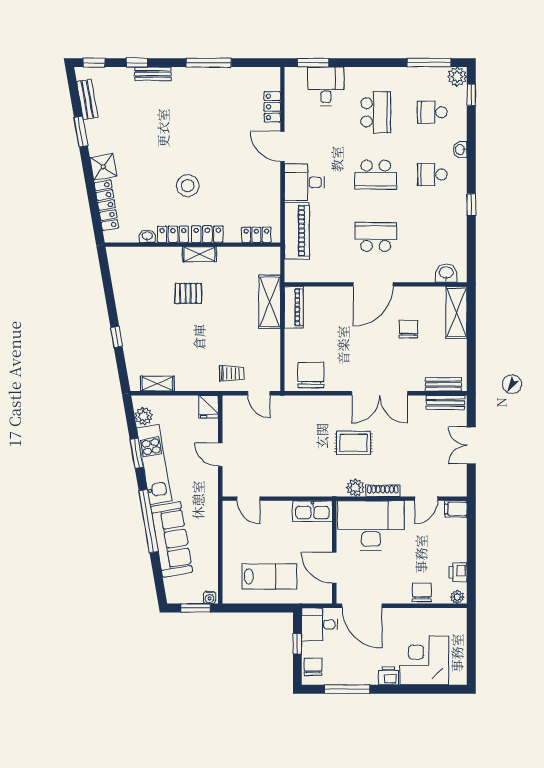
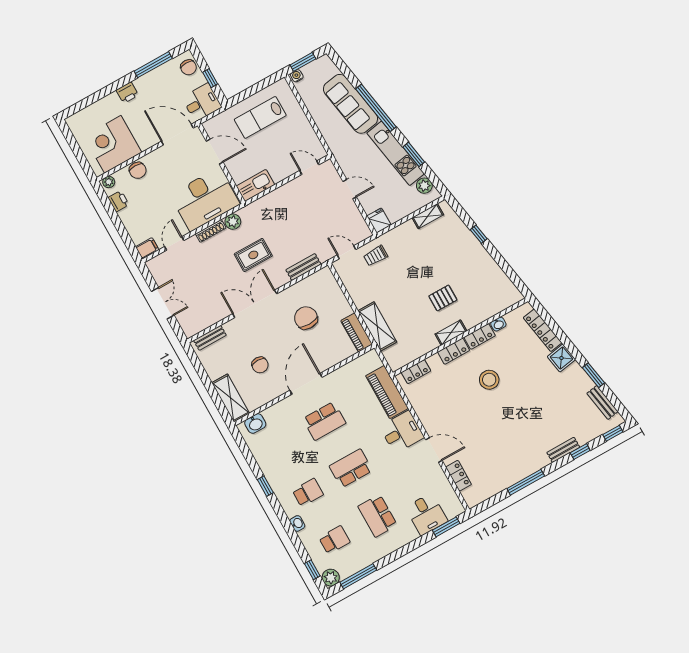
chair: (311, 375) -> (306, 318), moved, turned 180
bench: (445, 403) -> (303, 267), moved
corner desk: (424, 660) -> (113, 144), moved, turned 180

